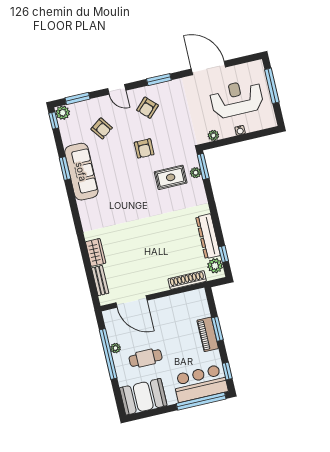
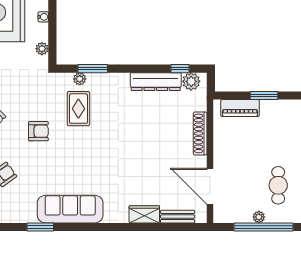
window: (203, 166) -> (93, 69), moved
sofa: (81, 172) -> (70, 209), moved
shoe rack: (187, 280) -> (200, 133), moved
door: (131, 302) -> (210, 186), swing flipped
piano: (208, 334) -> (240, 108), moved

